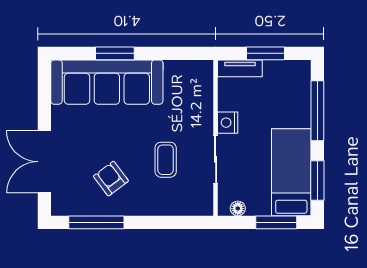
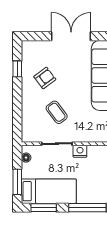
coffee table: (166, 160) -> (57, 112), turned 53
double door: (44, 162) -> (71, 36), moved
window: (96, 222) -> (17, 69), width x0.46

